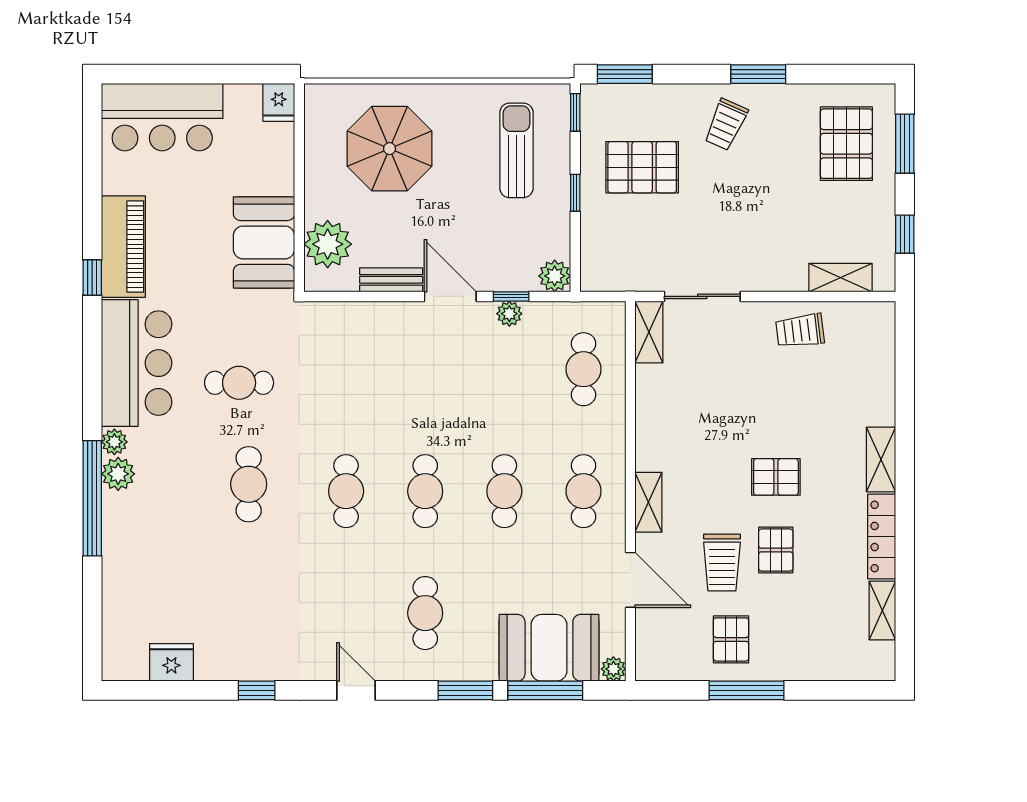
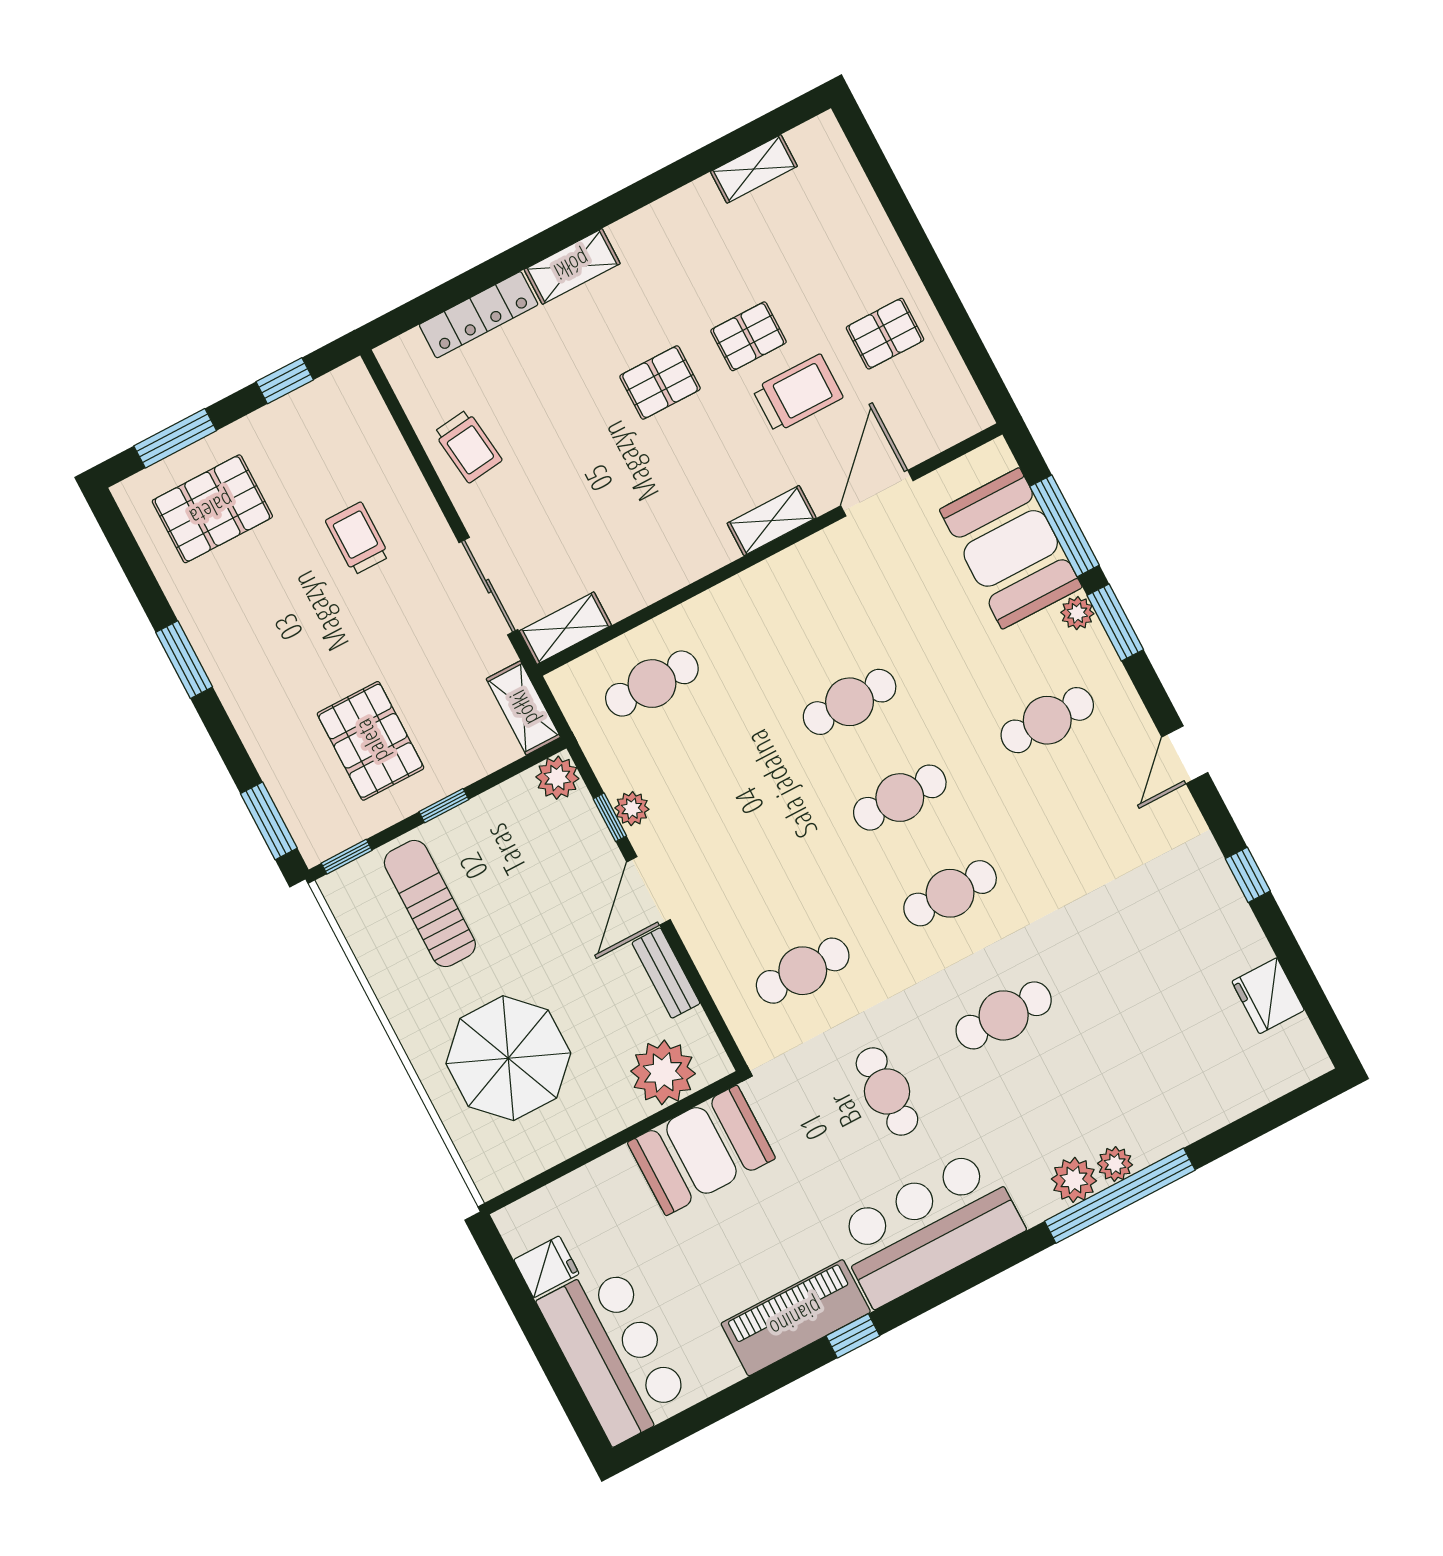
fridge: (279, 102) -> (546, 1267), moved
trolley: (726, 124) -> (357, 538), moved, turned -114
sun lounger: (516, 150) -> (430, 904), turned 90
shelving: (840, 278) -> (523, 708), moved
plant: (114, 442) -> (1115, 1164), moved
pallet: (776, 477) -> (660, 382), turned 90
cafe table: (583, 491) -> (803, 971), moved
locker: (882, 537) -> (479, 315), moved
plant: (613, 669) -> (1077, 613), moved
window: (746, 690) -> (937, 283), removed

